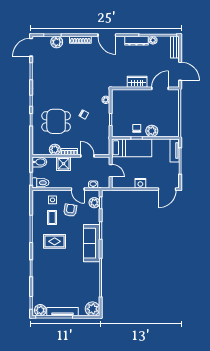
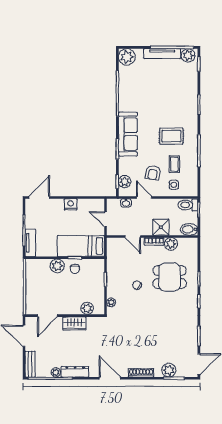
plant: (126, 95) -> (87, 308), added

